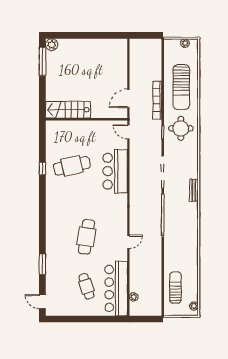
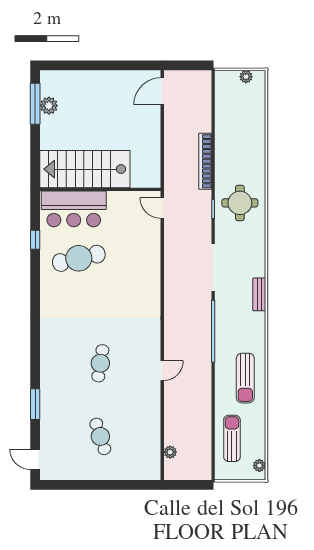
plant: (52, 45) -> (49, 106), moved
sun lounger: (181, 87) -> (245, 378), moved, width x0.73, depth x0.75
door: (128, 98) -> (162, 91), moved
stairs: (68, 110) -> (85, 169), width x1.36, depth x1.51
window: (42, 168) -> (35, 240), moved
bar counter: (115, 171) -> (74, 209), moved, turned -90
cafe table: (86, 237) -> (100, 363), width x0.73, depth x0.74
bar counter: (116, 288) -> (144, 440), removed

